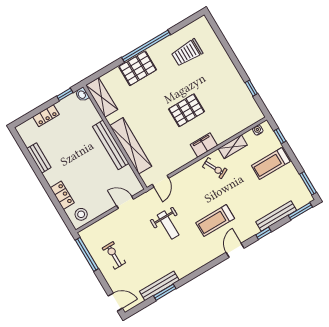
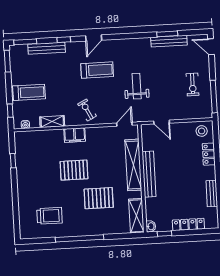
pallet: (138, 68) -> (99, 198), moved
locker: (46, 116) -> (188, 224), width x1.53
exercise bike: (215, 168) -> (87, 110), moved

